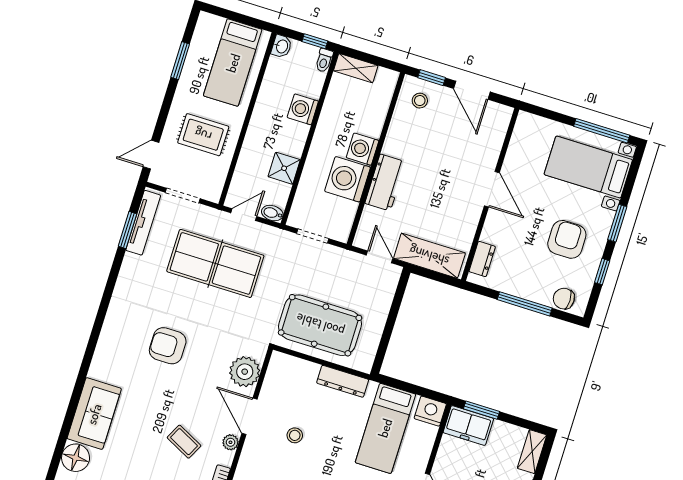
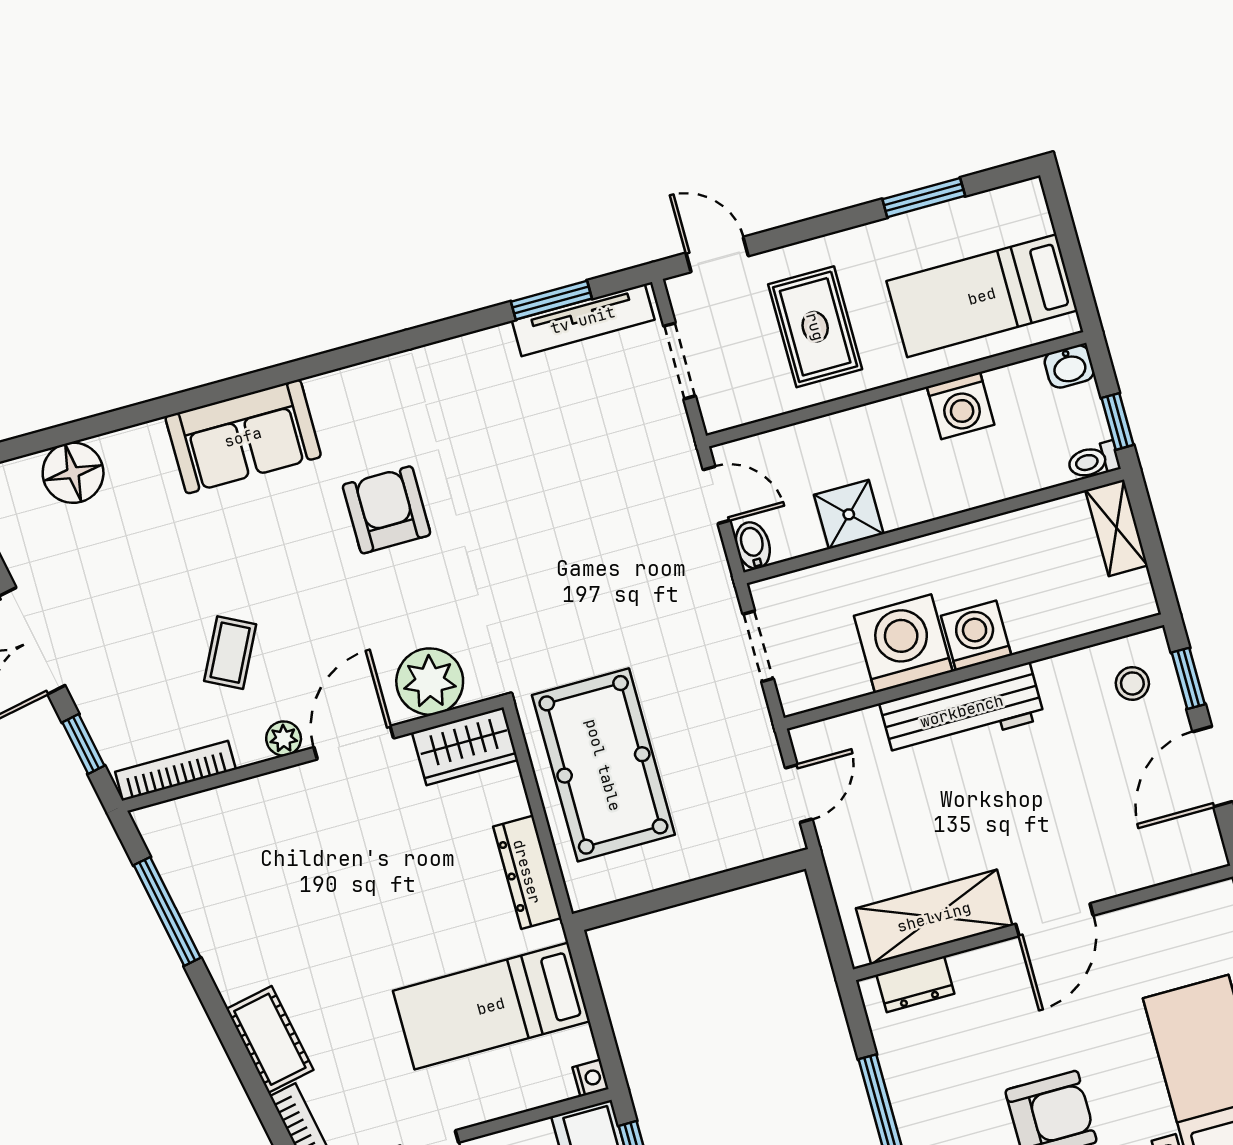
washing machine: (303, 109) -> (961, 406), moved, turned 180
workbench: (385, 183) -> (962, 711), width x1.37
shelving: (429, 256) -> (934, 917), moved, turned 90
table tennis table: (215, 263) -> (593, 500), removed
wardrobe: (278, 374) -> (465, 746), added
nightstand: (430, 411) -> (591, 1078), width x0.53, depth x0.56
sofa: (94, 414) -> (243, 437), moved
stool: (295, 435) -> (372, 848), removed

